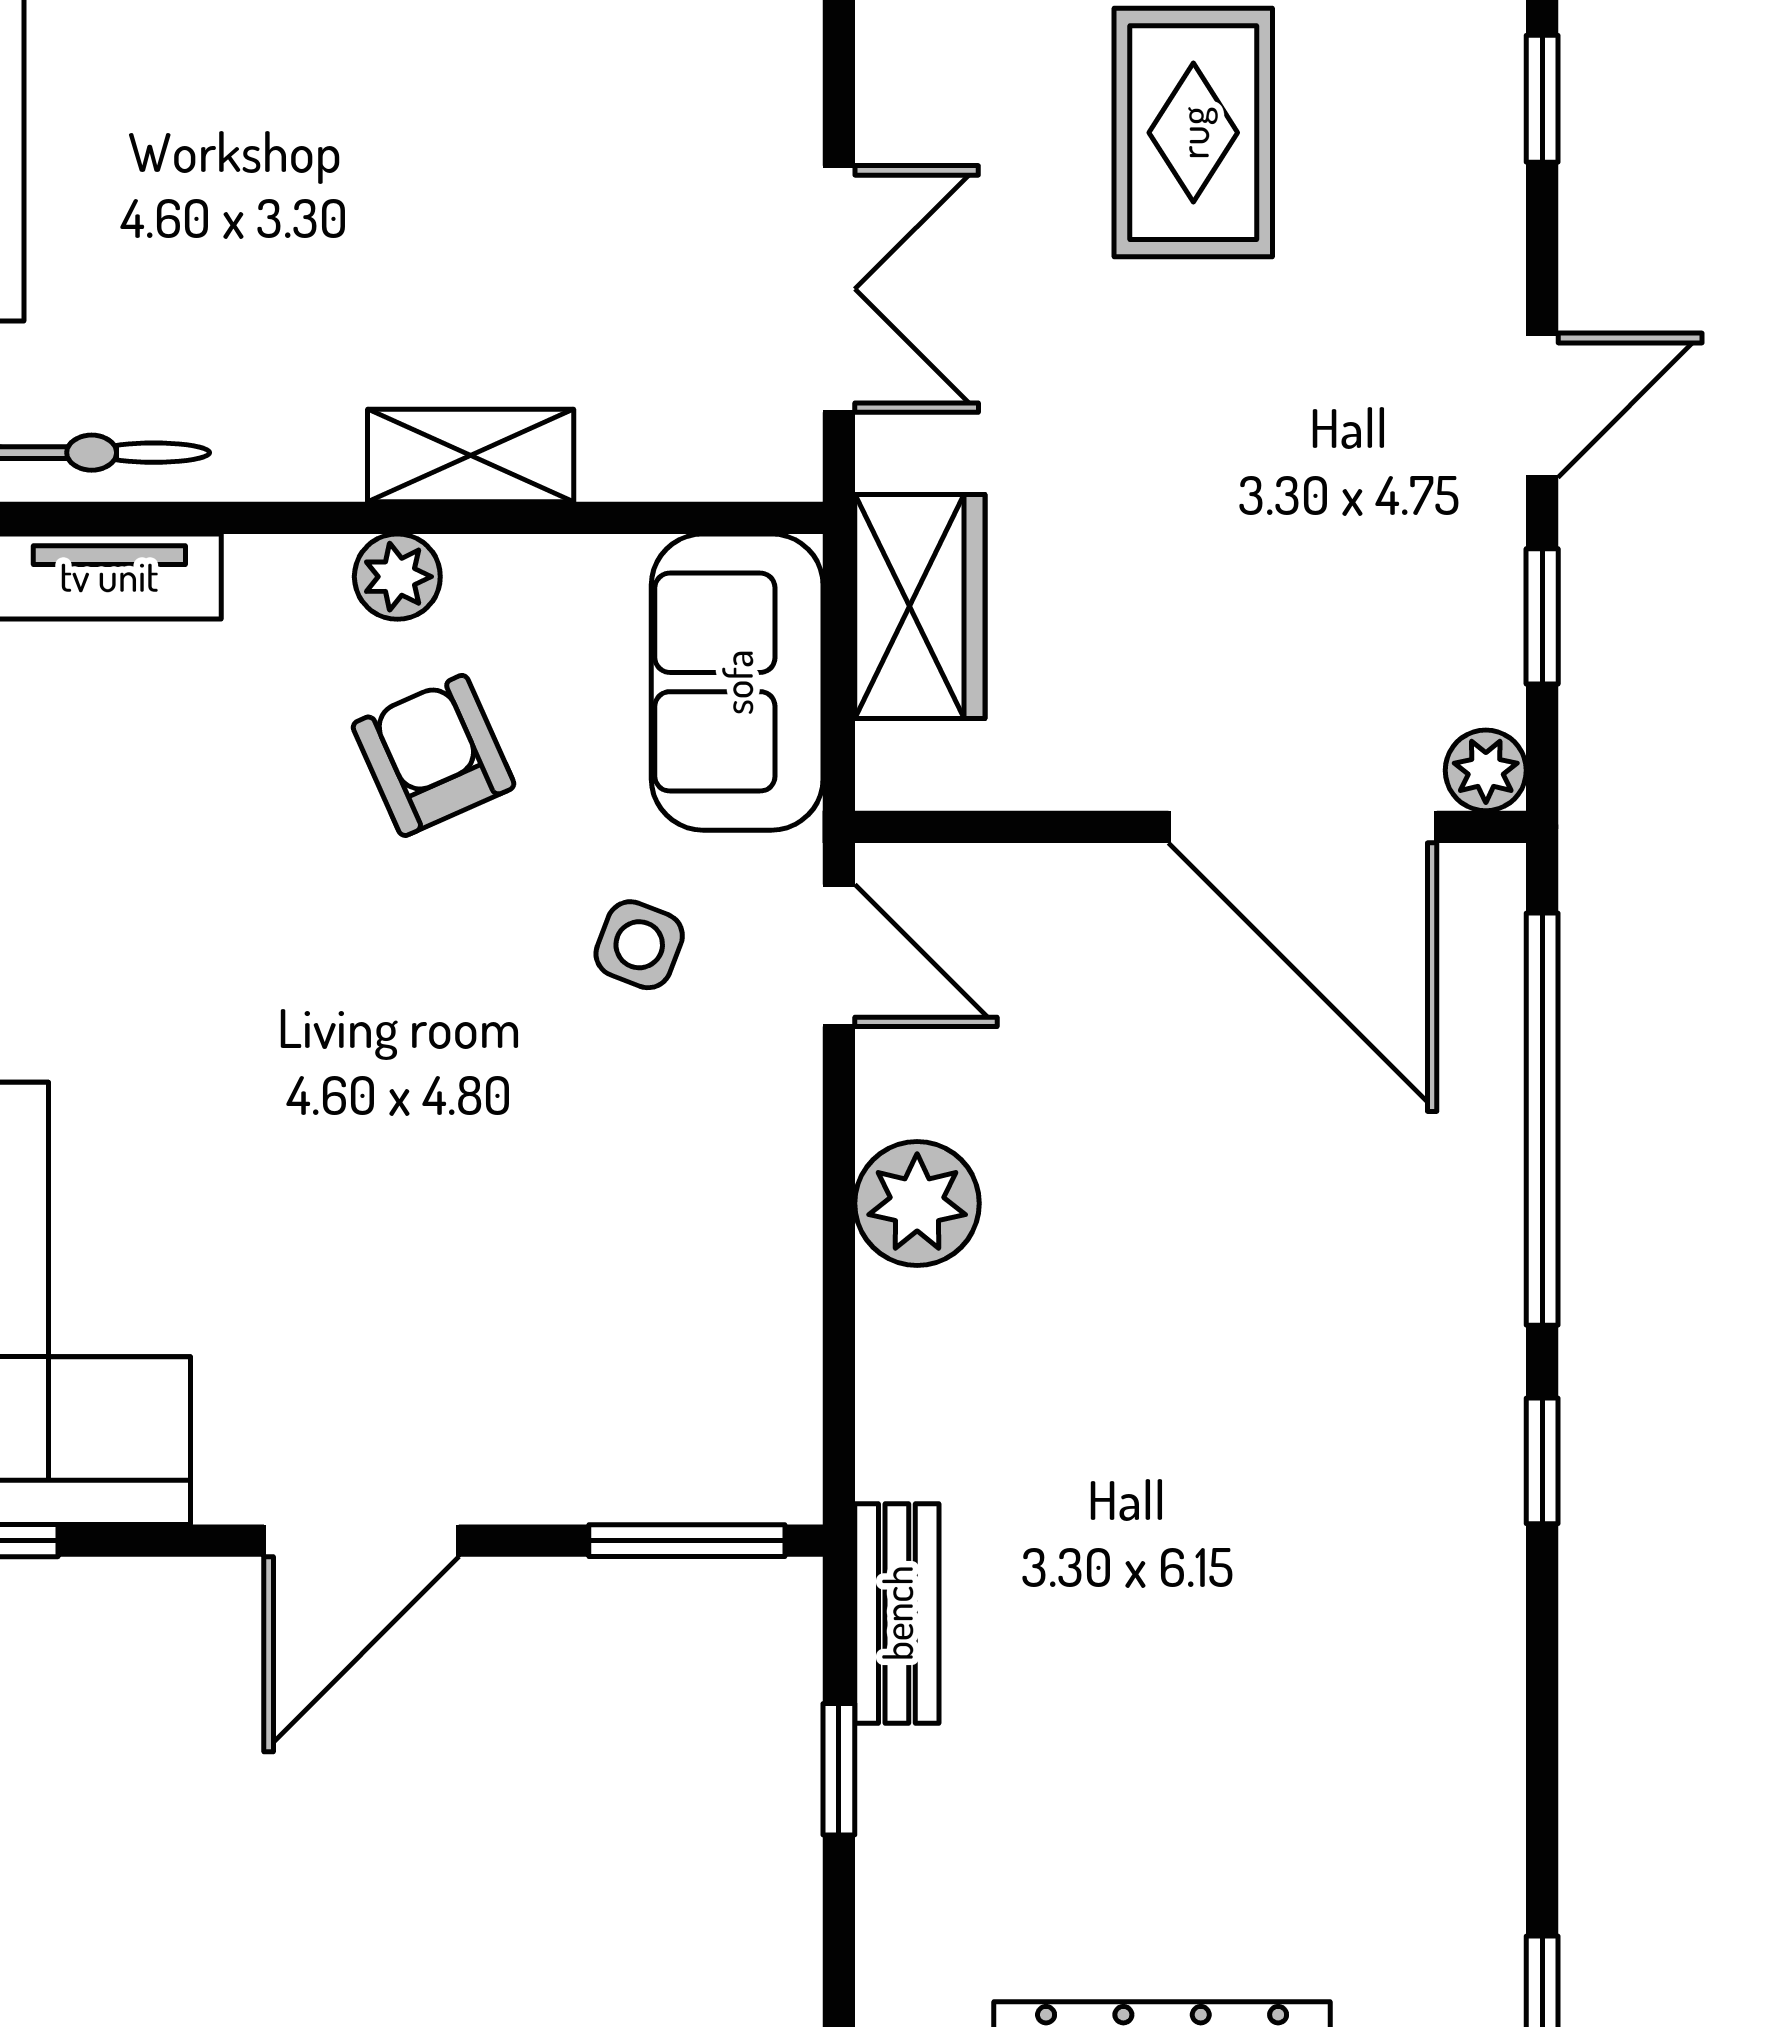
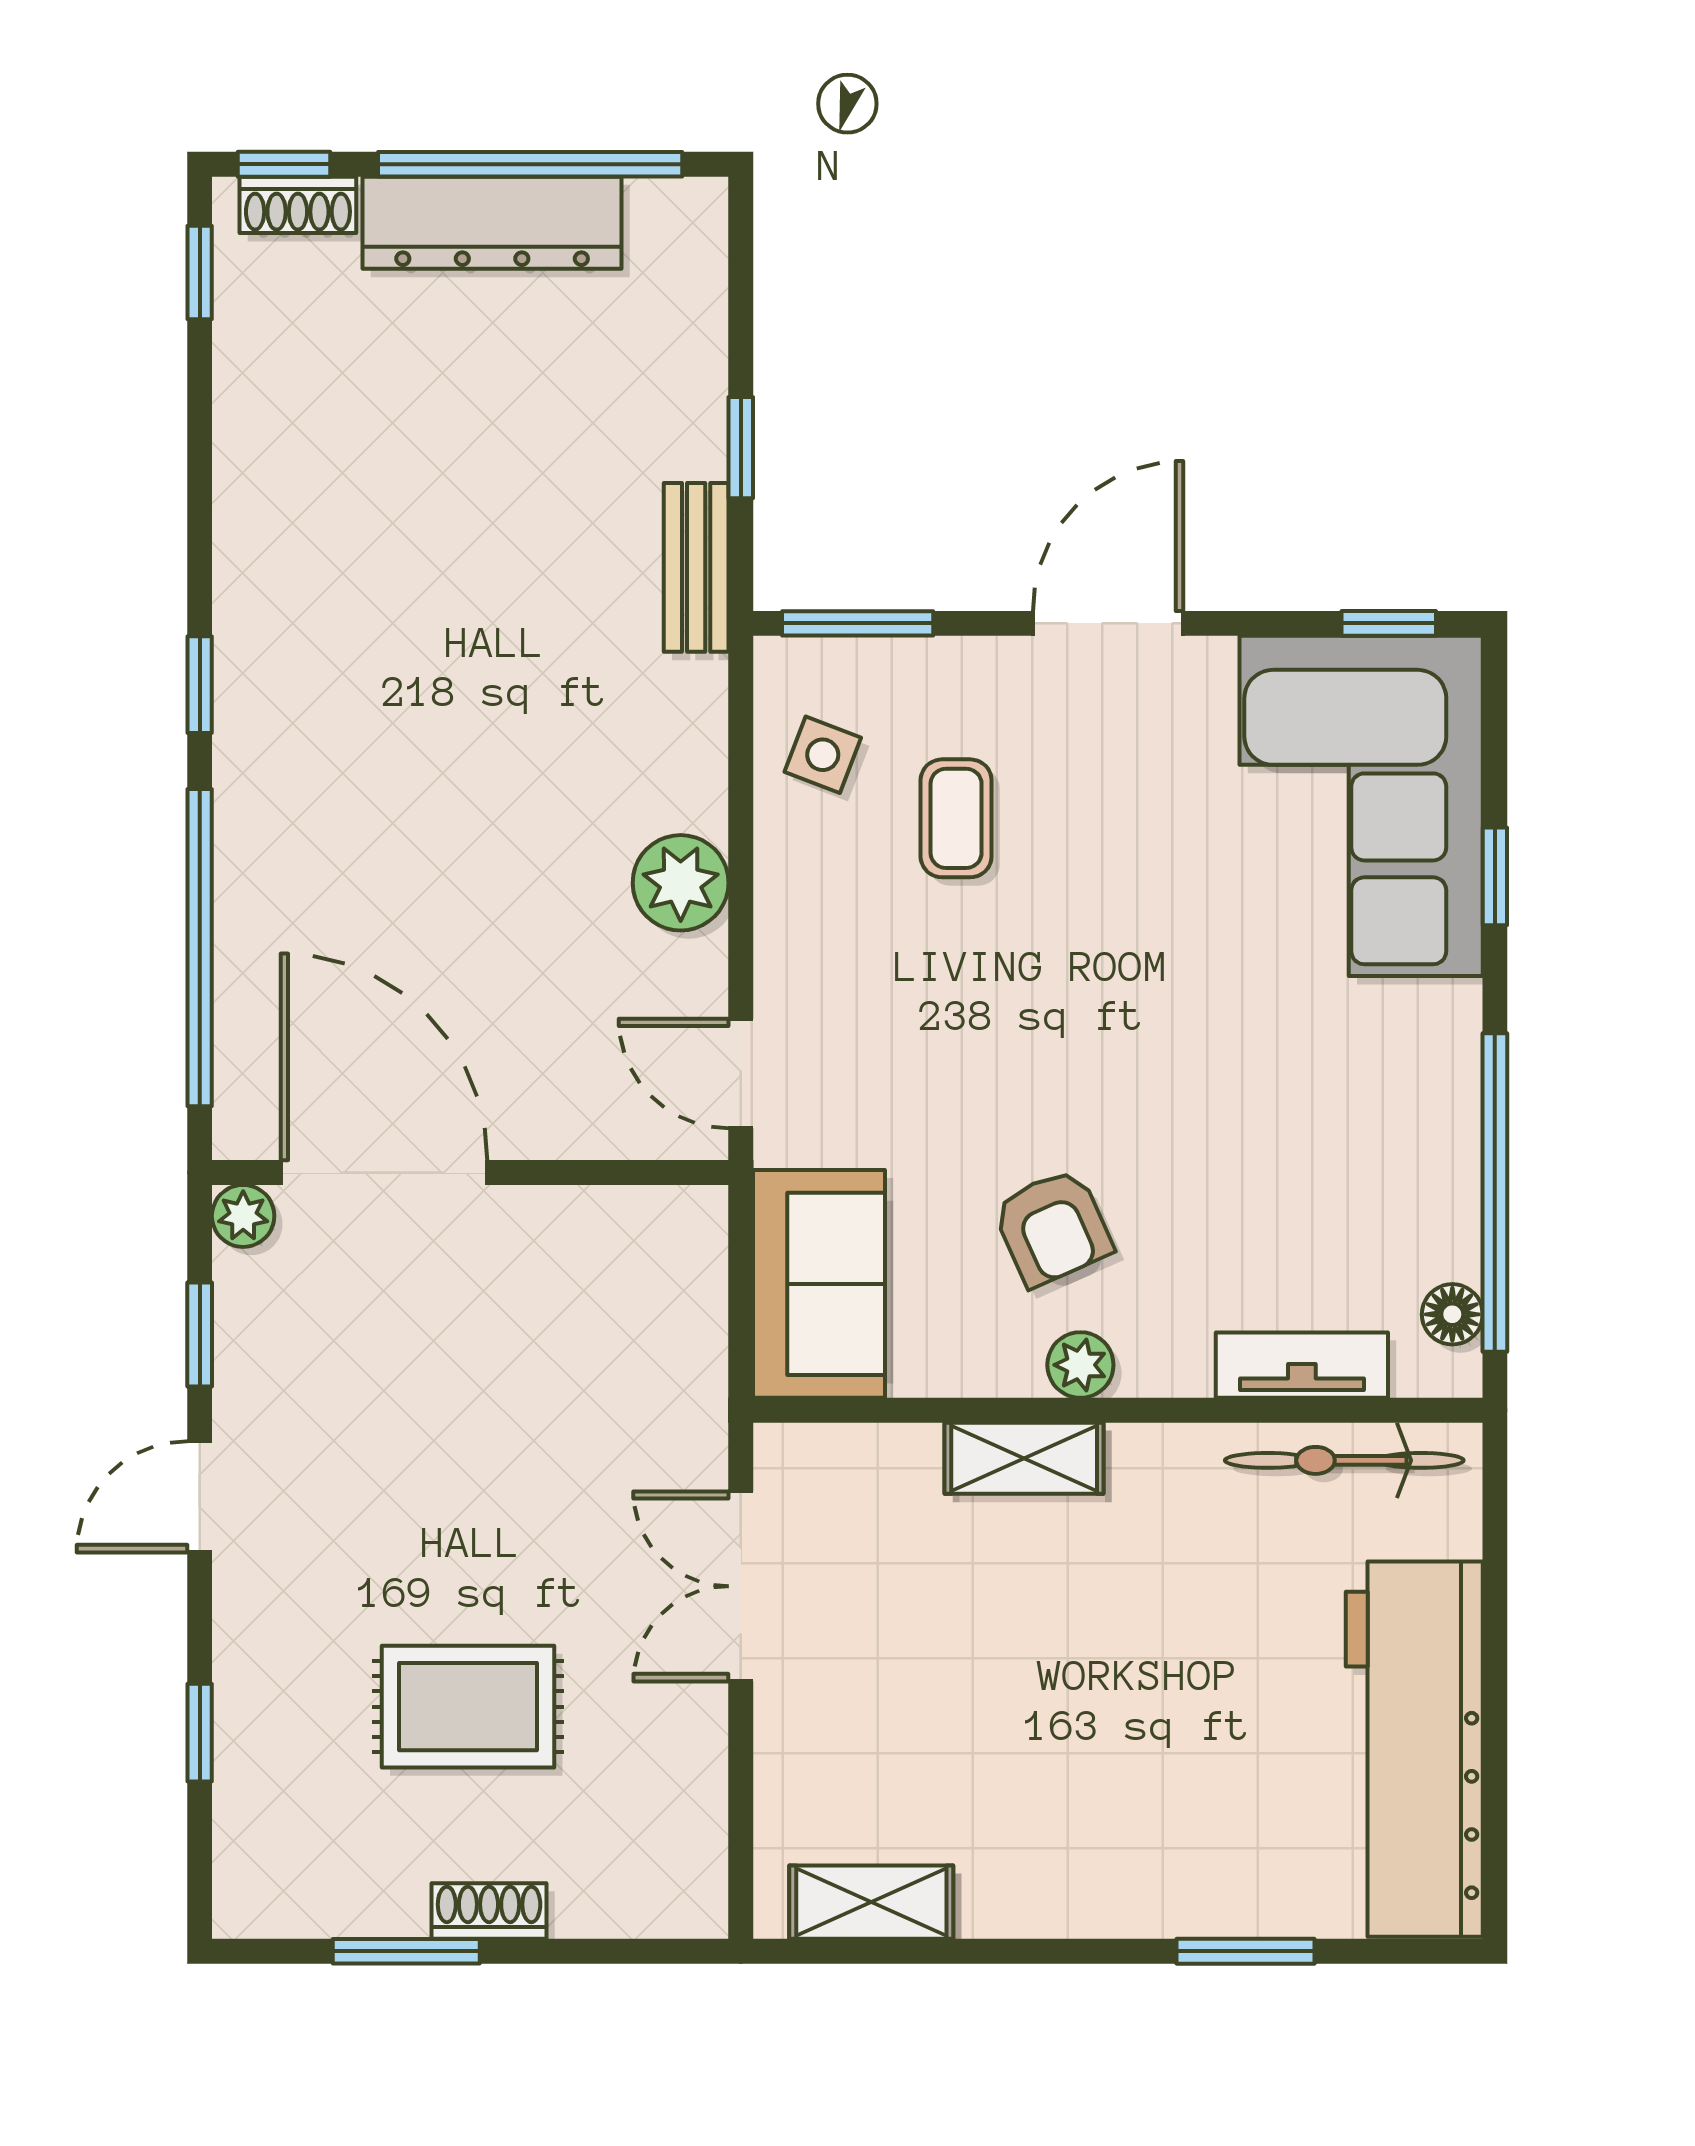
rug: (1193, 133) -> (468, 1707), turned 90
wardrobe: (920, 606) -> (678, 1342), removed
side table: (639, 945) -> (823, 755), moved
coffee table: (559, 1287) -> (956, 818), added

